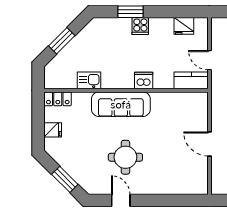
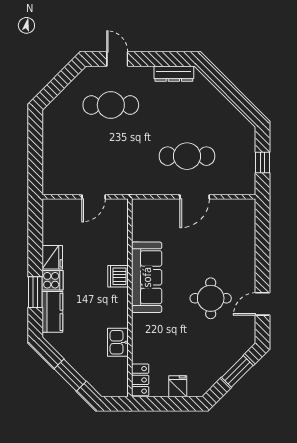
fridge: (184, 26) -> (52, 257), moved
kitchen counter: (191, 80) -> (52, 312), moved, turned 180
sofa: (121, 104) -> (147, 277), moved

